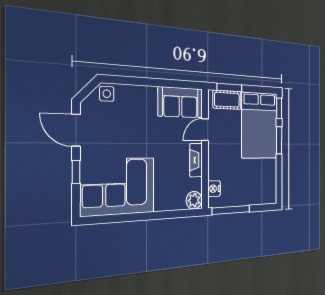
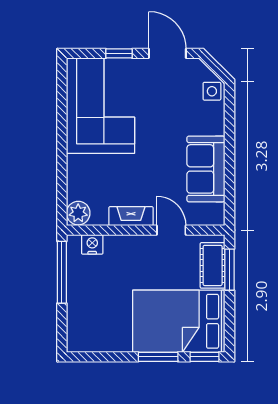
sofa: (181, 102) -> (206, 169), moved
door: (76, 130) -> (167, 53), hinge flipped

